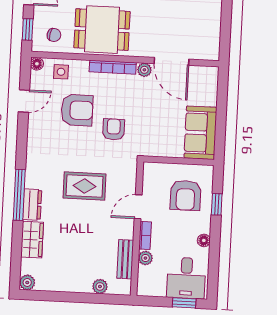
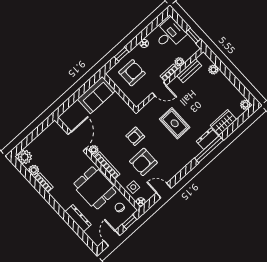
armchair: (77, 110) -> (143, 162), turned -90
window: (184, 303) -> (193, 36), moved

